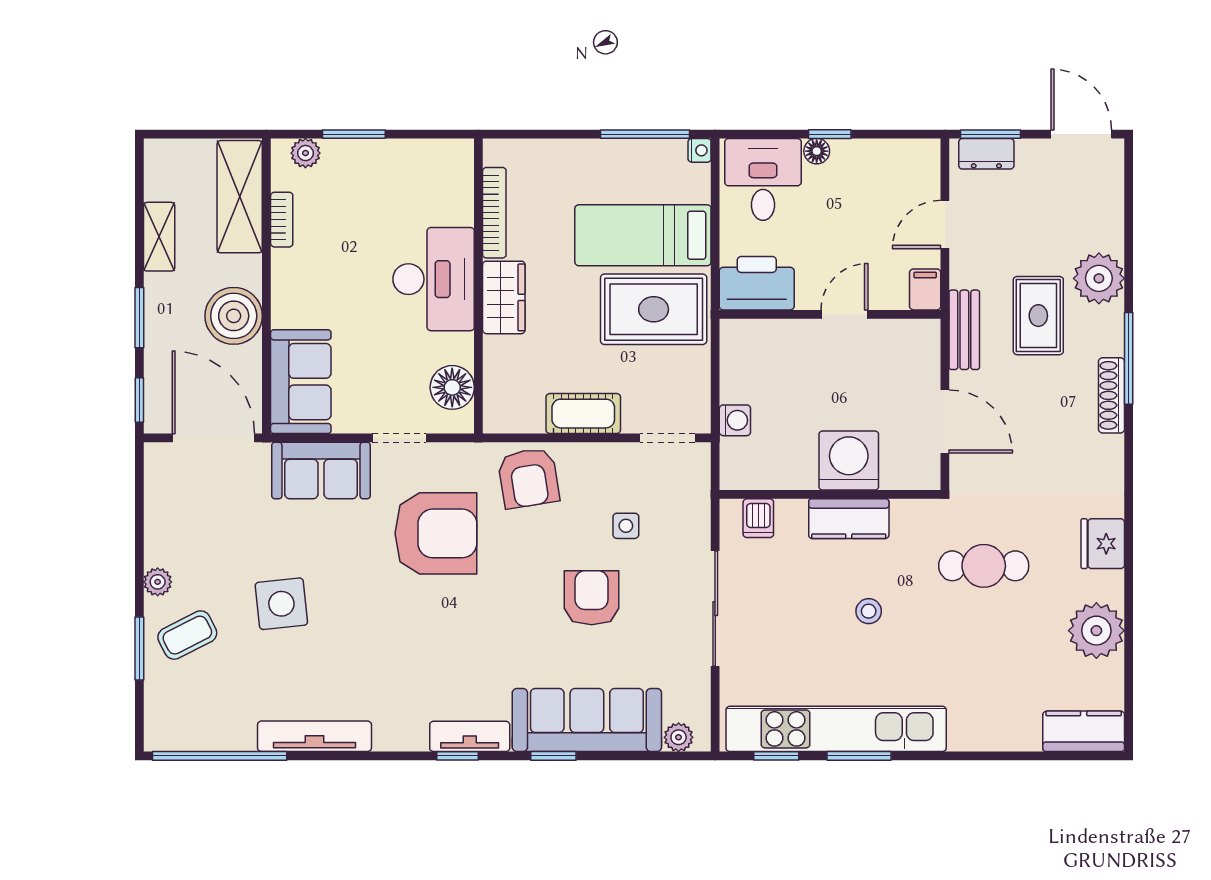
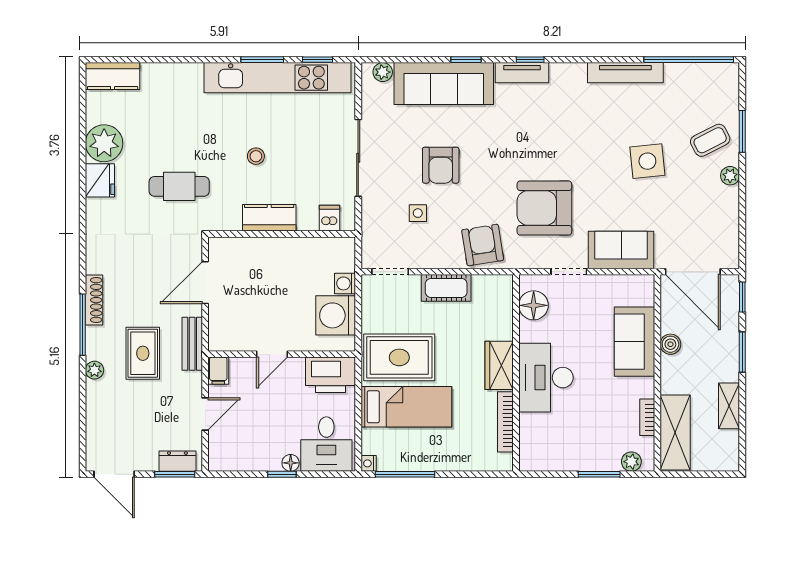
plant: (1099, 278) -> (94, 370), width x0.53, depth x0.53
boiler: (234, 316) -> (670, 344), width x0.54, depth x0.54
sofa: (301, 382) -> (635, 342), moved
door: (945, 421) -> (205, 283), hinge flipped
washing machine: (849, 461) -> (336, 315), moved, turned 90
fridge: (1103, 544) -> (100, 180), moved

